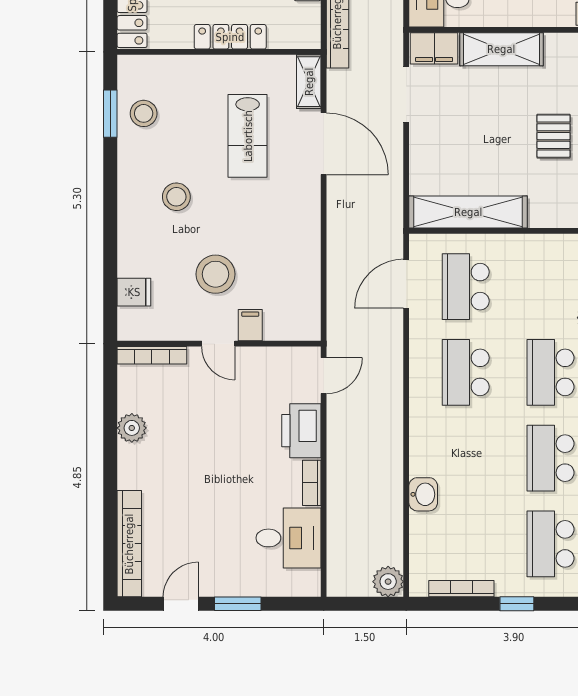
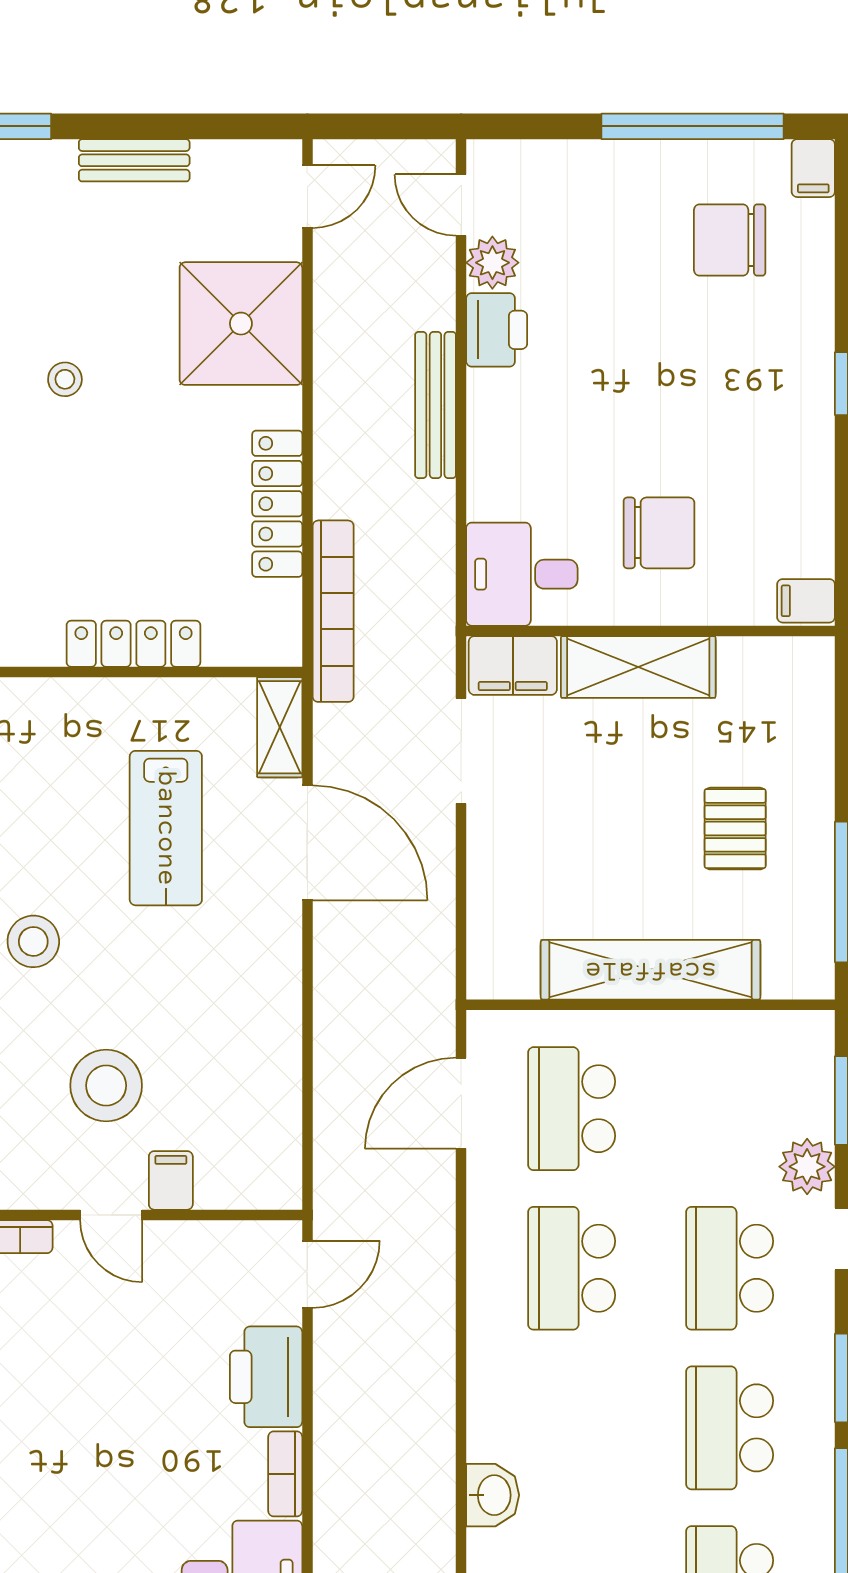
shelving: (468, 212) -> (651, 970), moved

